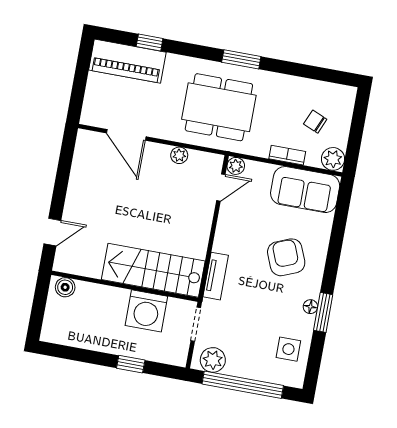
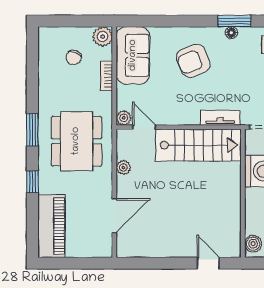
window: (150, 43) -> (32, 182), moved
stairs: (153, 270) -> (198, 145), moved, turned -90

